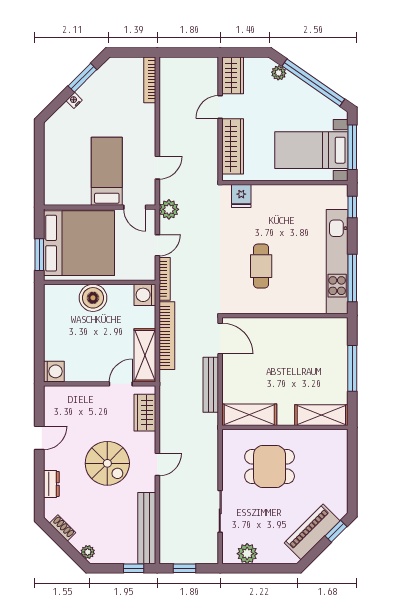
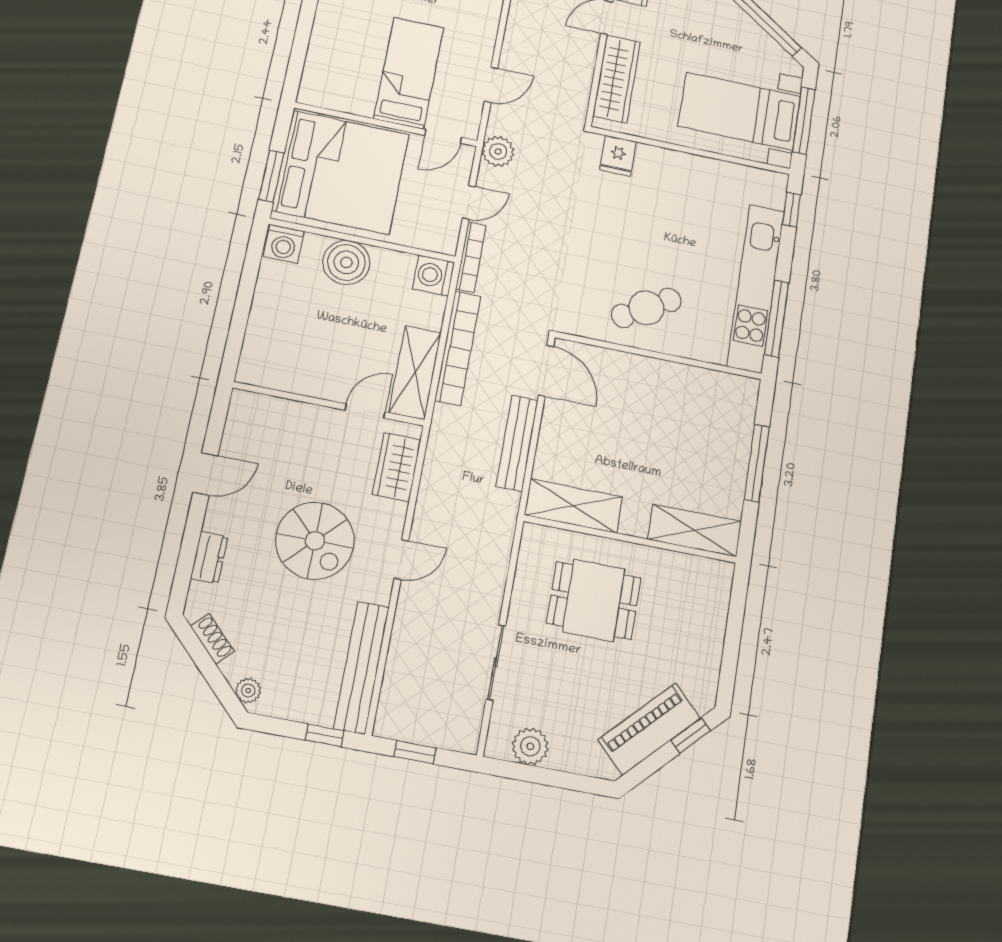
door: (135, 207) -> (443, 136), hinge flipped
cafe table: (261, 266) -> (646, 308), moved, turned 59
washing machine: (54, 371) -> (284, 244), moved, turned 90

